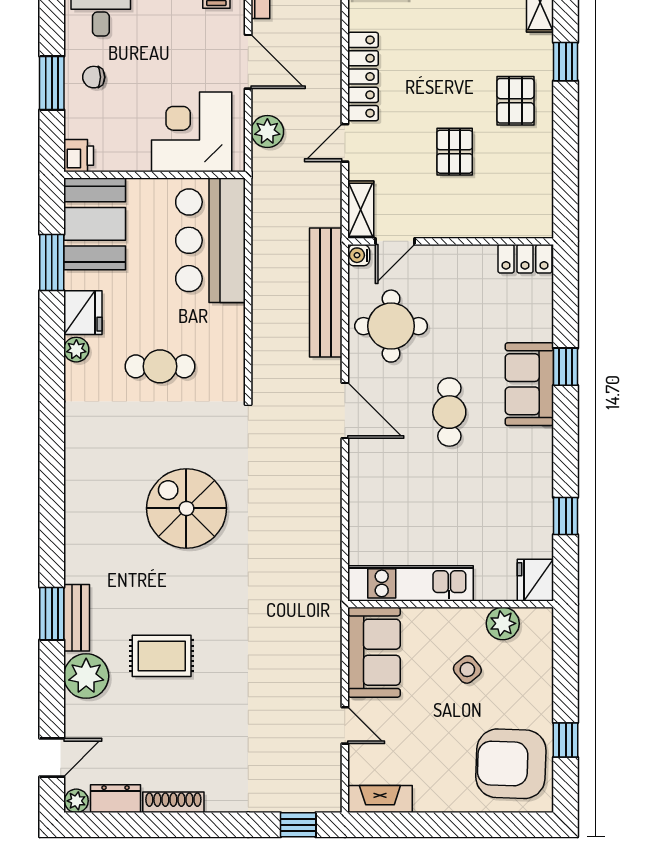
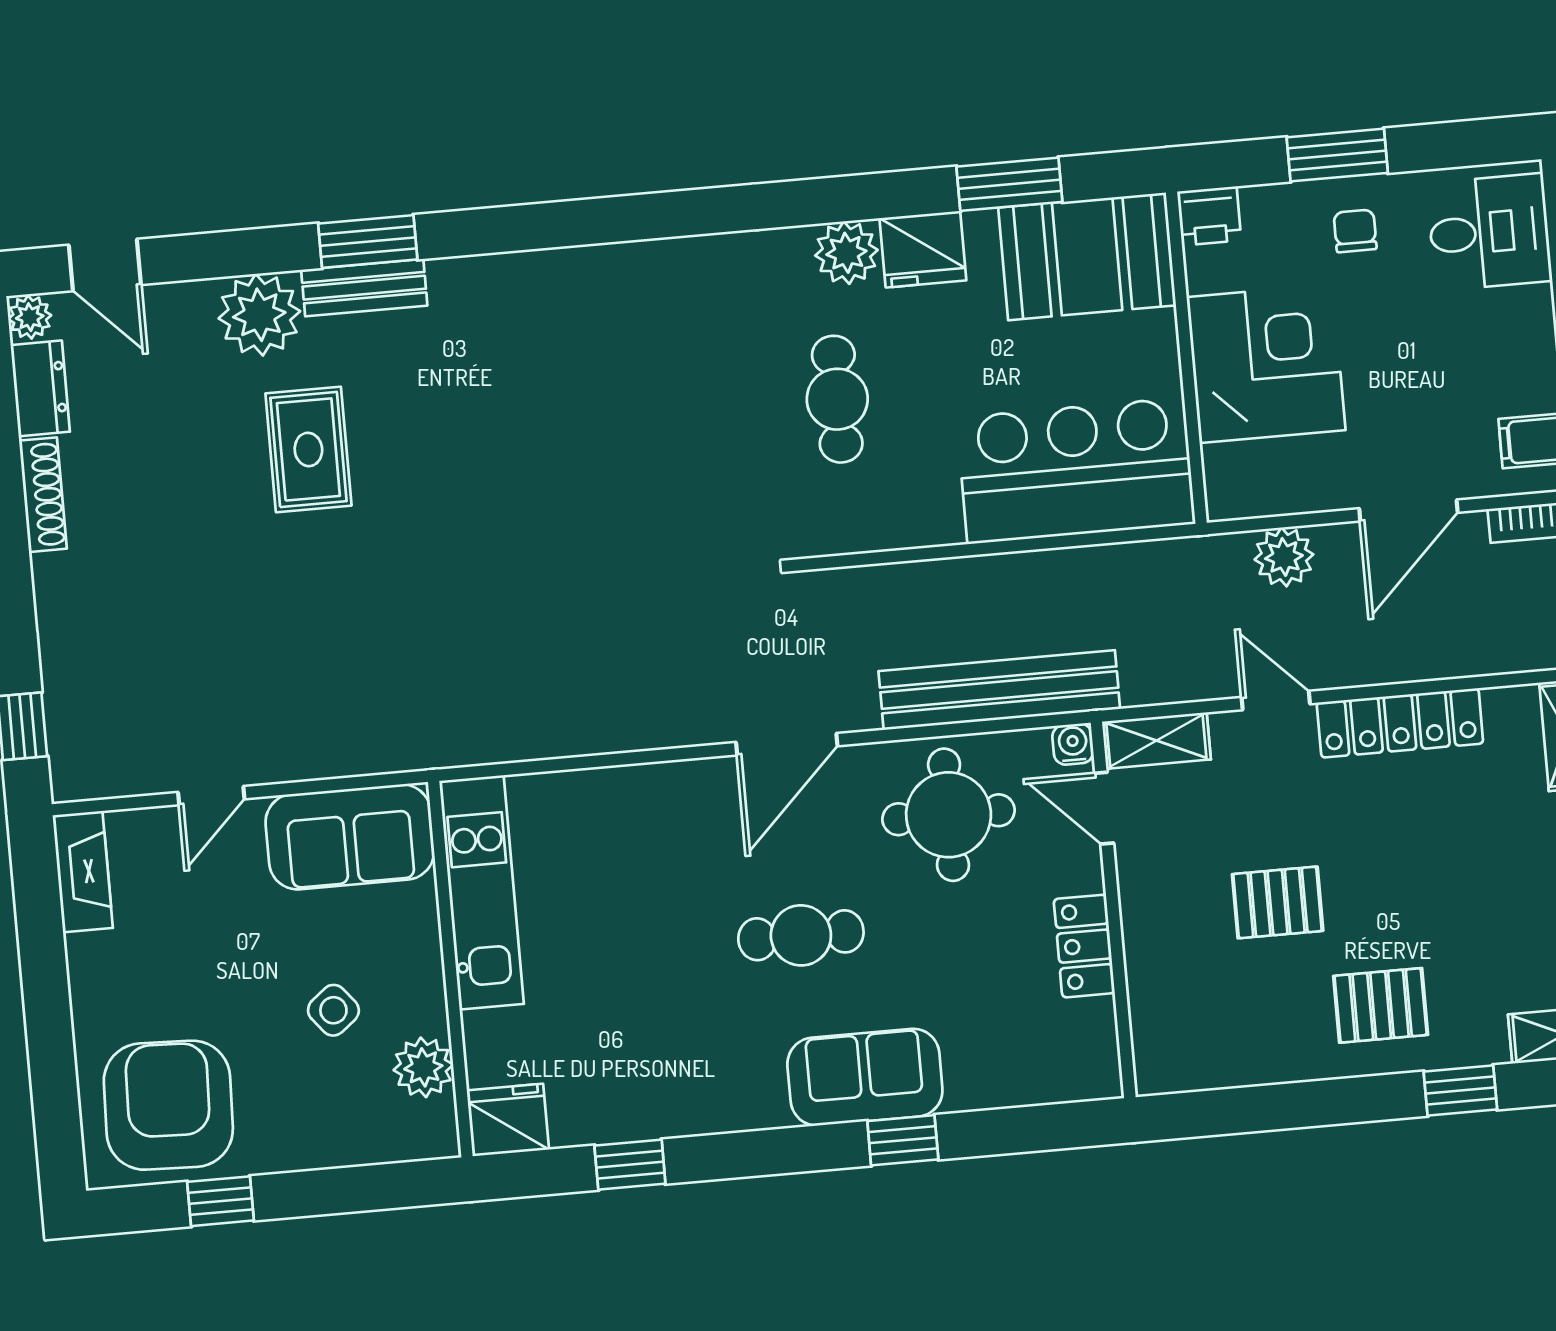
corner desk: (192, 132) -> (1266, 364), moved
locker: (525, 259) -> (1084, 946), moved
plant: (76, 350) -> (846, 253), width x1.38, depth x1.38
spiral stairs: (186, 508) -> (582, 471), removed

